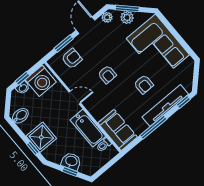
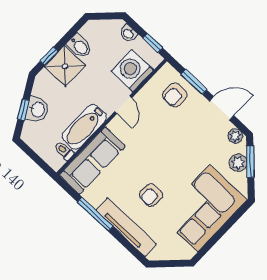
armchair: (72, 59) -> (175, 95), turned 91
armchair: (107, 75) -> (159, 145), removed
window: (22, 78) -> (153, 43), moved
washing machine: (41, 81) -> (132, 71), moved, turned 90
window: (183, 102) -> (133, 251), removed
bidet: (20, 116) -> (80, 46), moved
sofa: (118, 130) -> (92, 161), width x1.36

